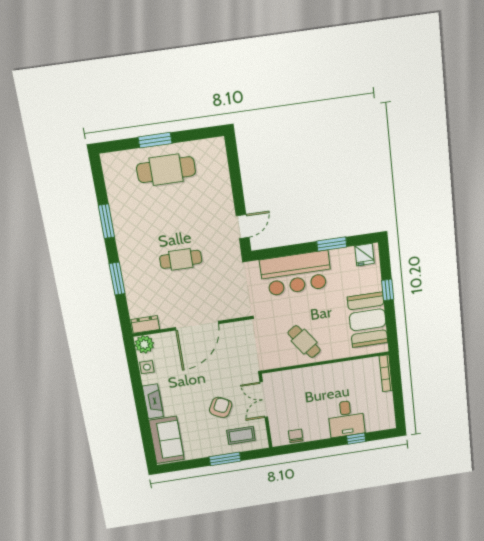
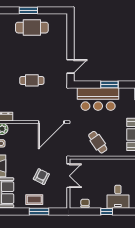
window: (332, 244) -> (109, 85), moved
door: (197, 326) -> (51, 122), moved
double door: (264, 400) -> (68, 176), swing flipped
coffee table: (241, 435) -> (34, 200), moved
window: (356, 439) -> (107, 212), moved

